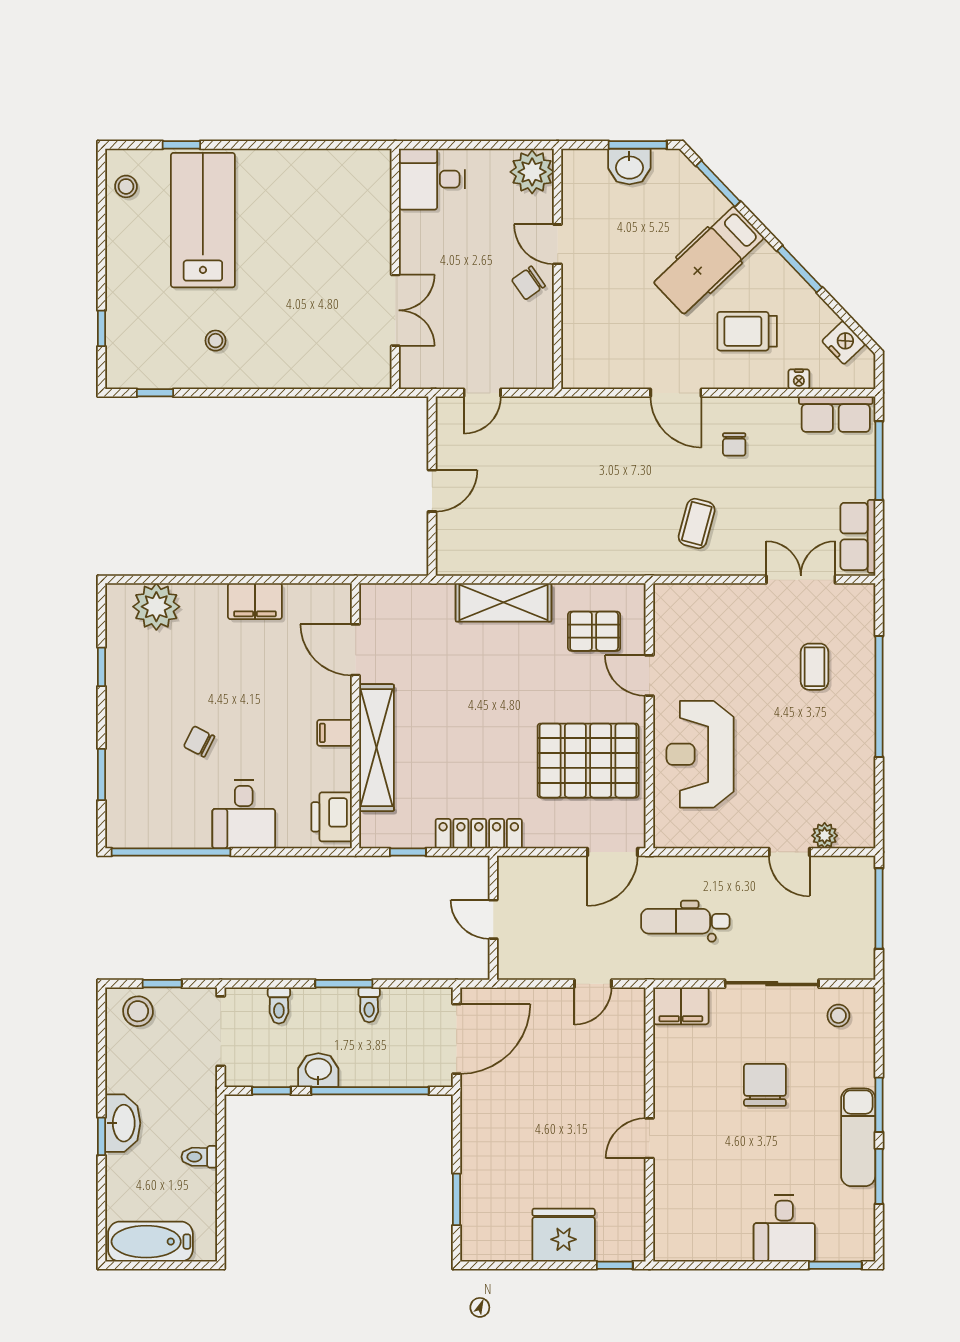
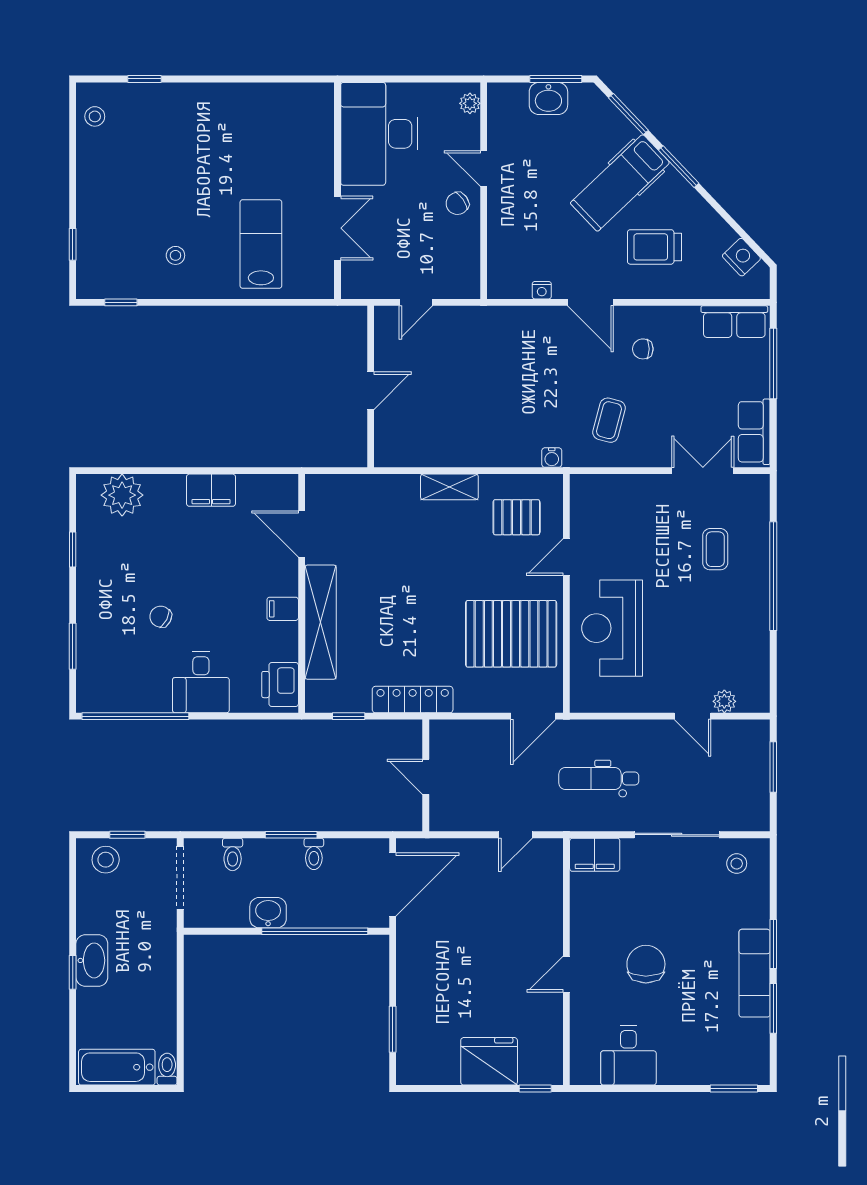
plant: (532, 172) -> (470, 103), width x0.53, depth x0.53
desk: (432, 179) -> (379, 134), width x1.87, depth x1.30
lab bench: (203, 220) -> (261, 244), moved, width x0.73, depth x0.72
window: (800, 269) -> (679, 167), moved
nightstand: (799, 379) -> (542, 290), moved
chair: (734, 444) -> (643, 349), turned 90
water cooler: (633, 565) -> (552, 458), added
shelving: (504, 602) -> (449, 487), width x0.67, depth x0.75
door: (649, 675) -> (566, 557), hinge flipped
window: (879, 908) -> (773, 767), width x0.69
chair: (765, 1085) -> (646, 964), moved
window: (271, 1091) -> (226, 931), removed
toilet: (199, 1157) -> (167, 1069), moved, turned 90
desk: (784, 1228) -> (628, 1055), moved

